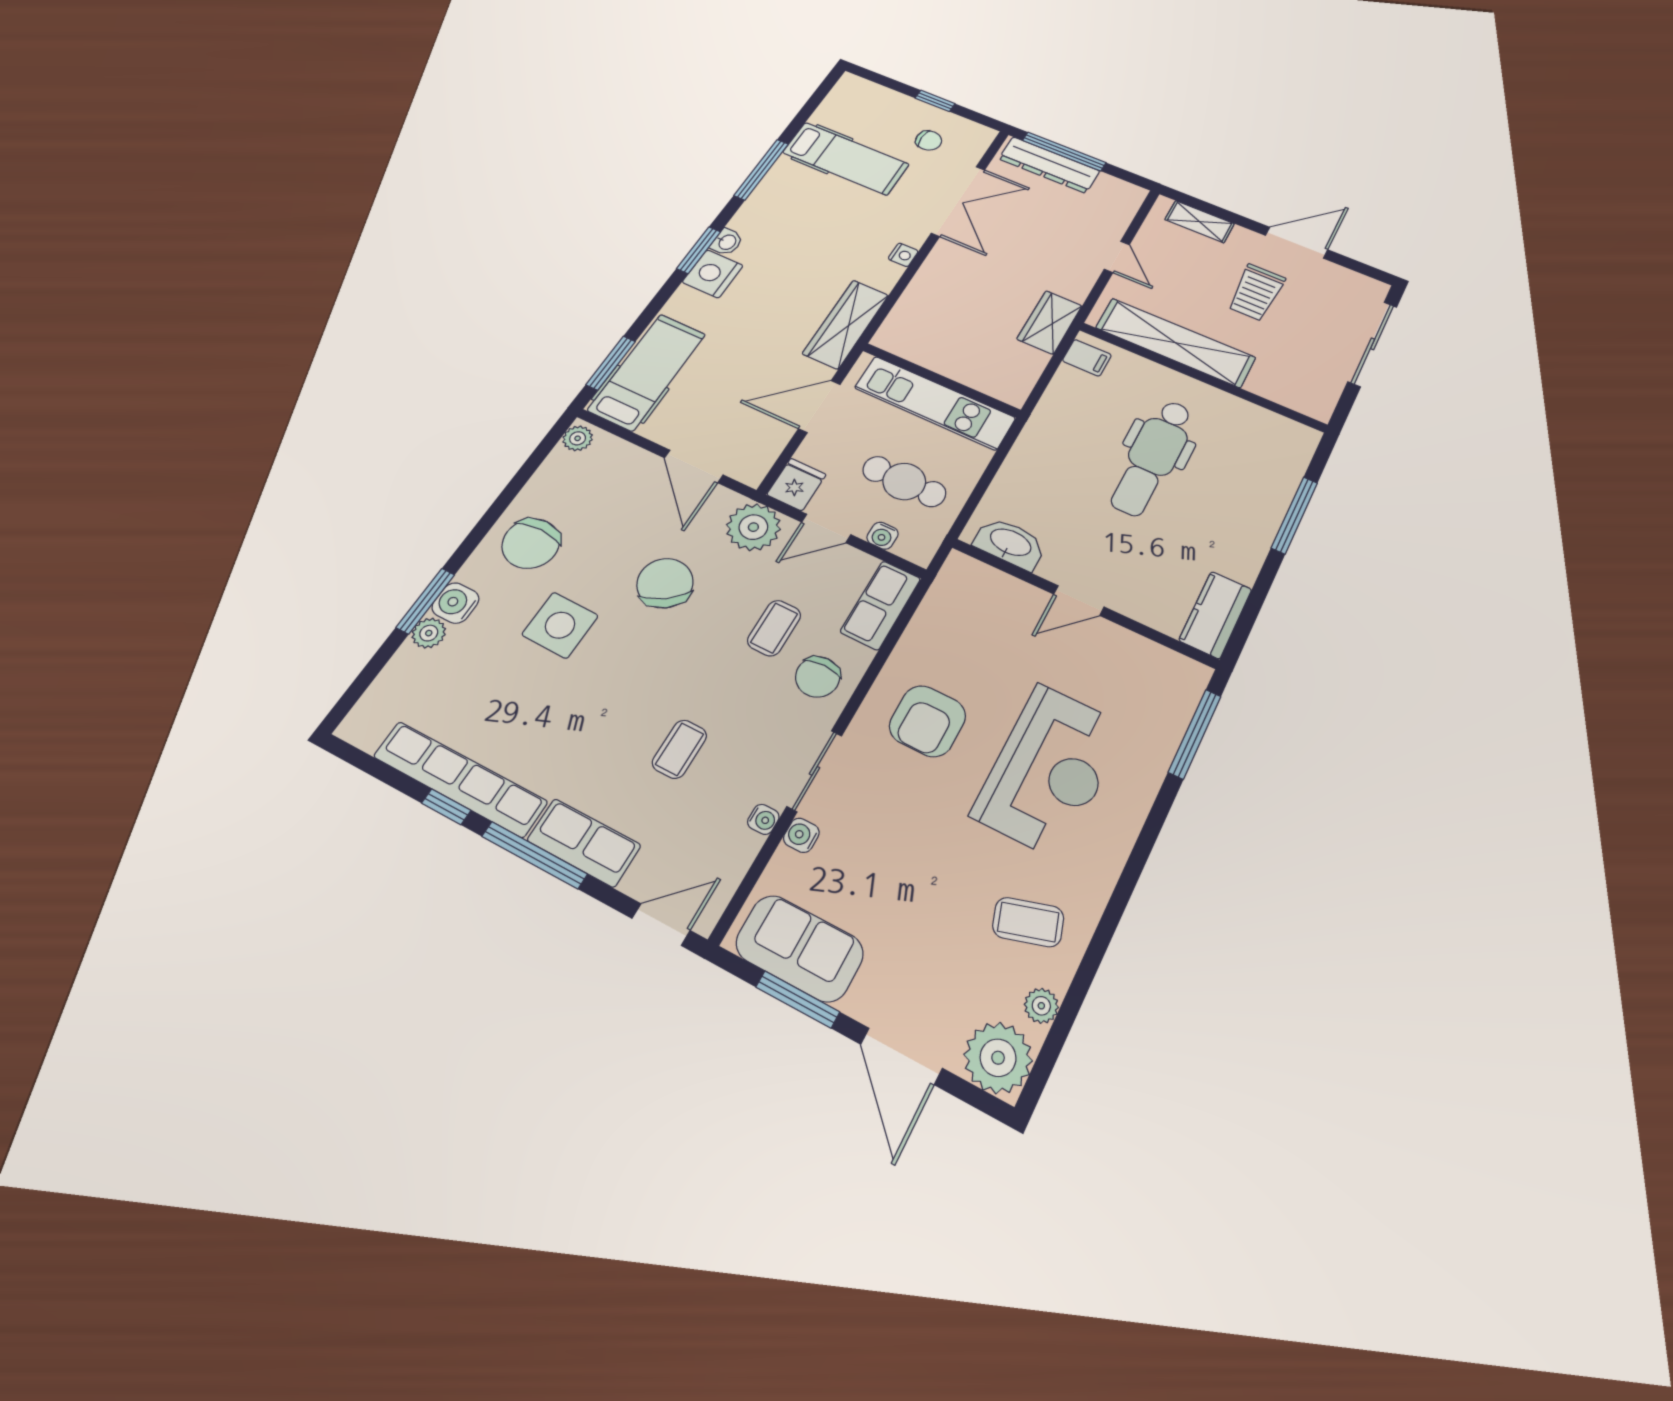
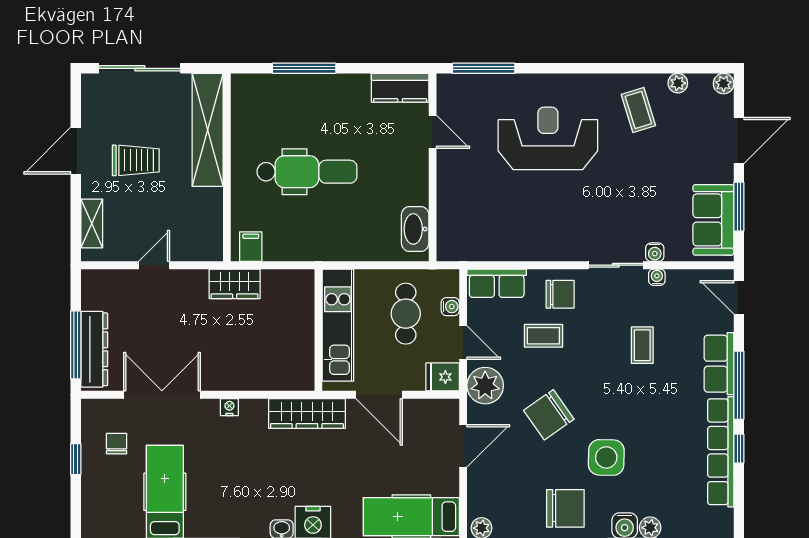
door: (1297, 243) -> (76, 151), hinge flipped
shelving: (1175, 343) -> (208, 130), moved
door: (1079, 601) -> (433, 132), moved
armchair: (927, 721) -> (554, 219), removed
coffee table: (679, 749) -> (642, 345), turned 90
plant: (998, 1058) -> (724, 84), width x0.53, depth x0.53

